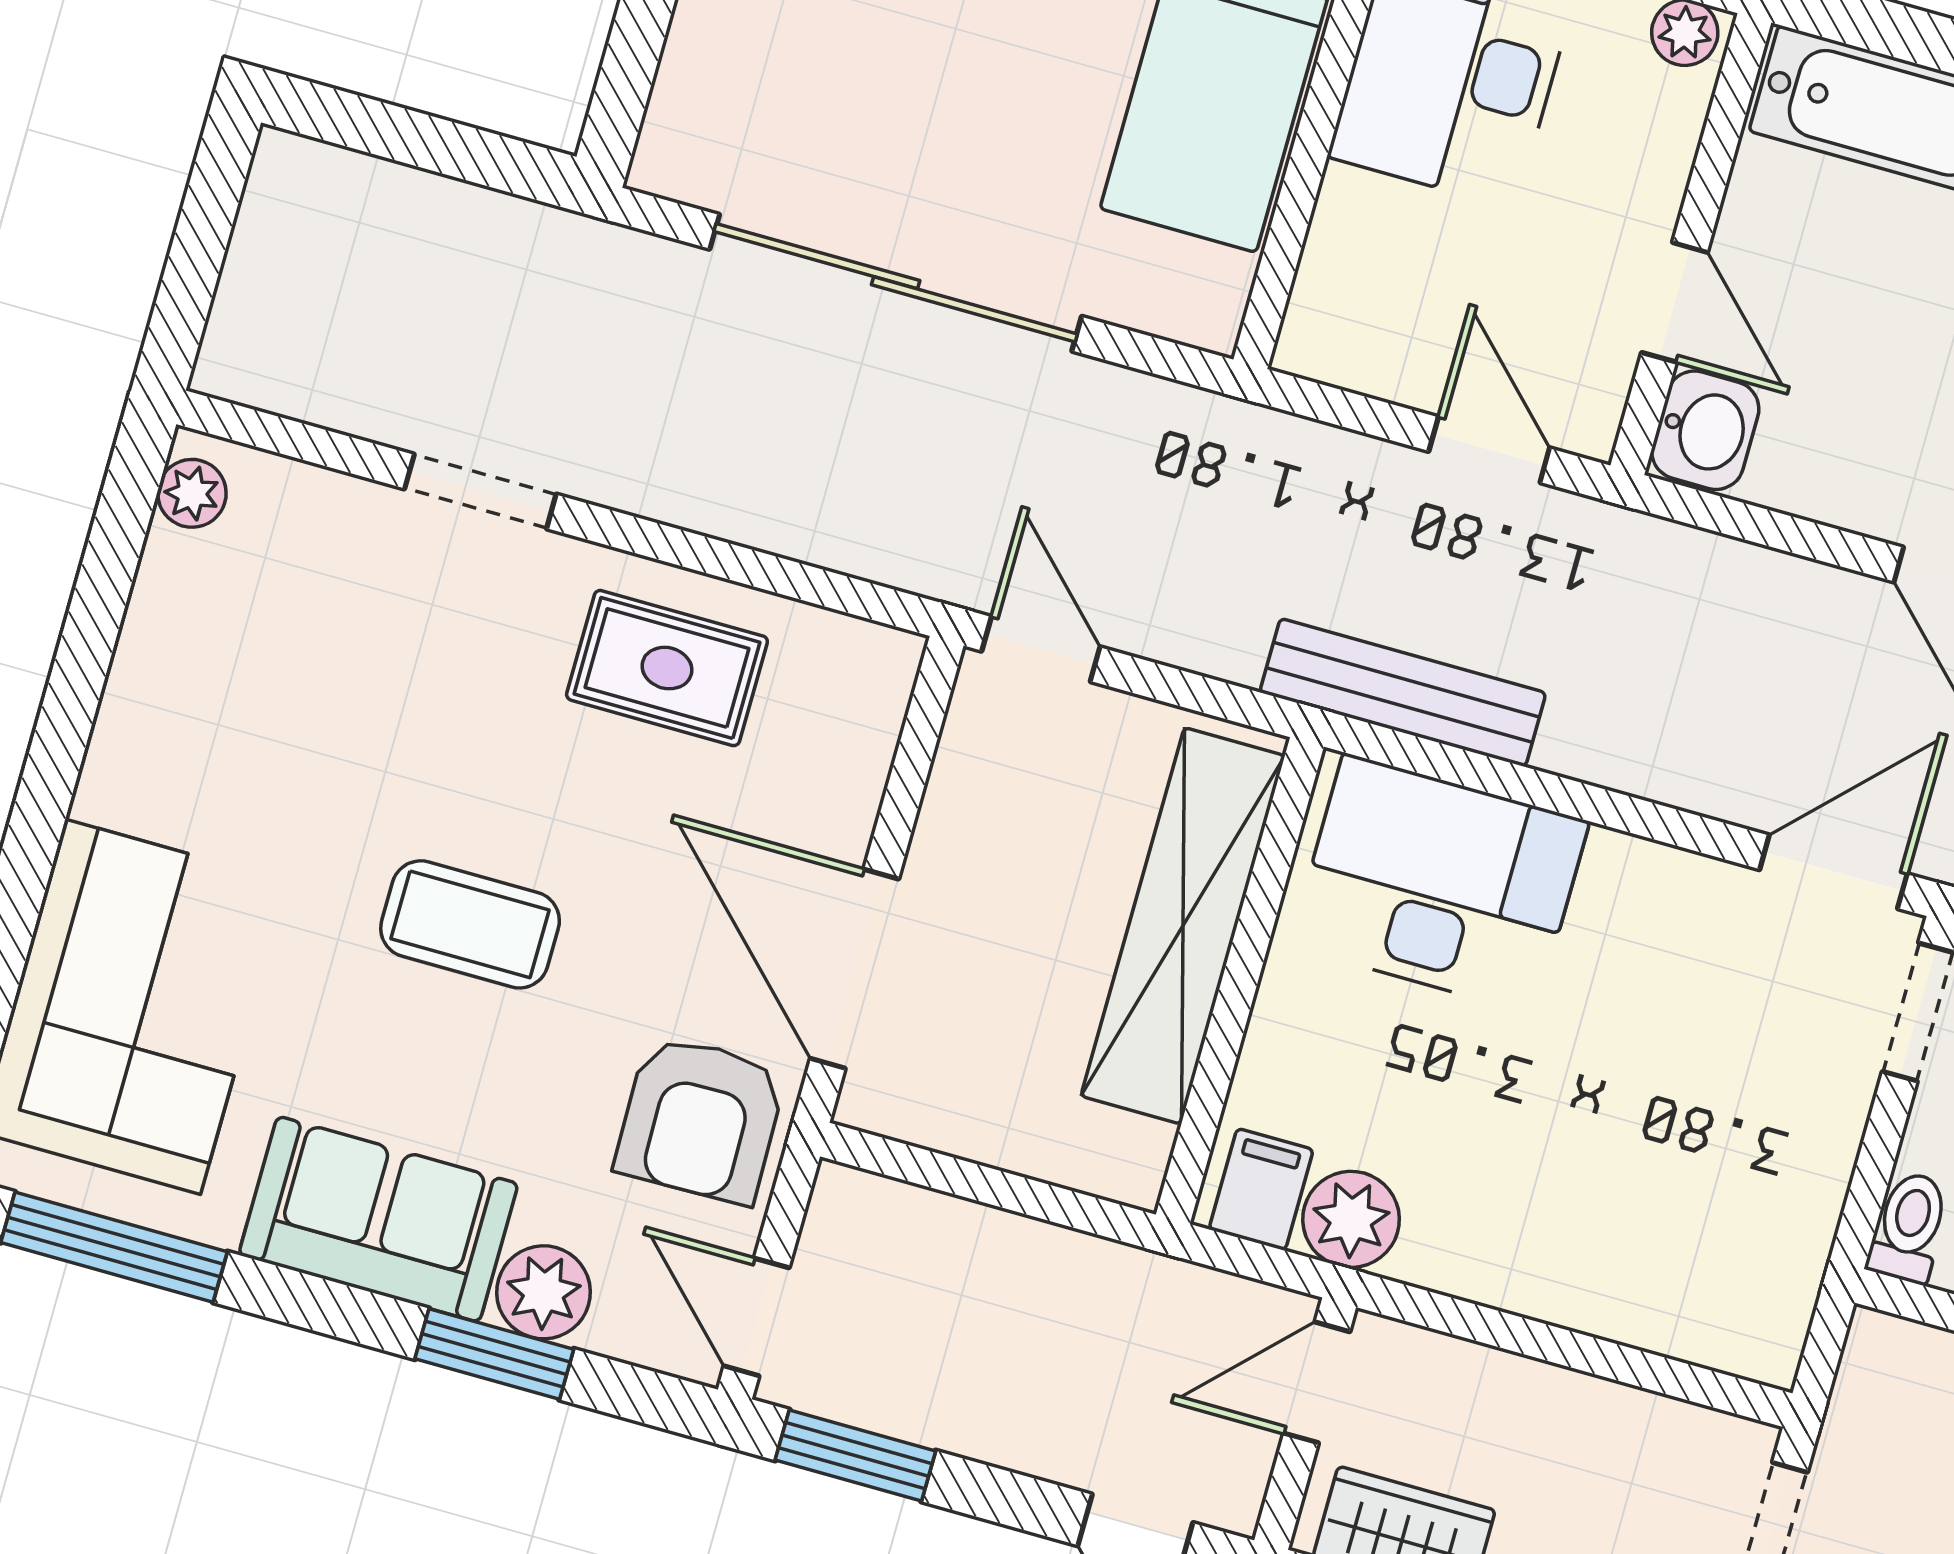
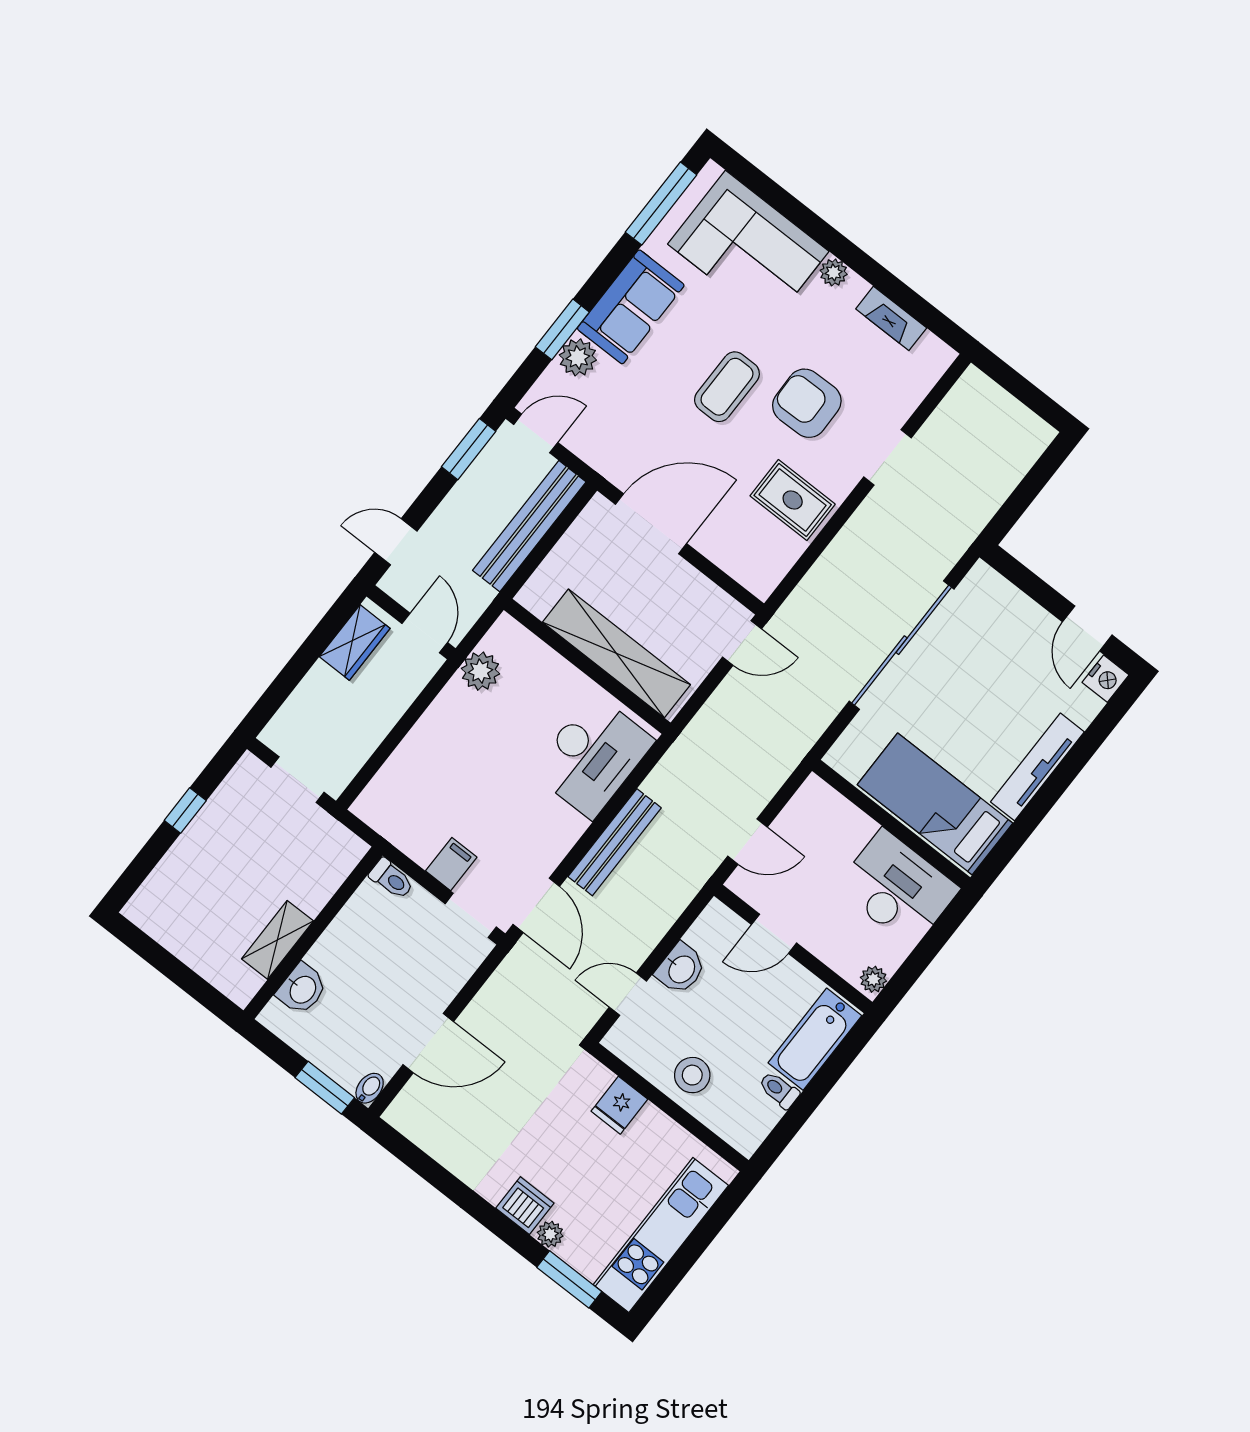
washbasin: (1705, 430) -> (681, 969), moved, turned -90
plant: (192, 493) -> (834, 272), moved
fireplace: (160, 614) -> (891, 318), added
rug: (667, 668) -> (793, 500), turned 90
bench: (1403, 692) -> (615, 842), moved
armchair: (700, 1119) -> (807, 403), moved
filing cabinet: (1261, 1189) -> (451, 864), moved, turned -90
bench: (974, 1244) -> (529, 526), added

